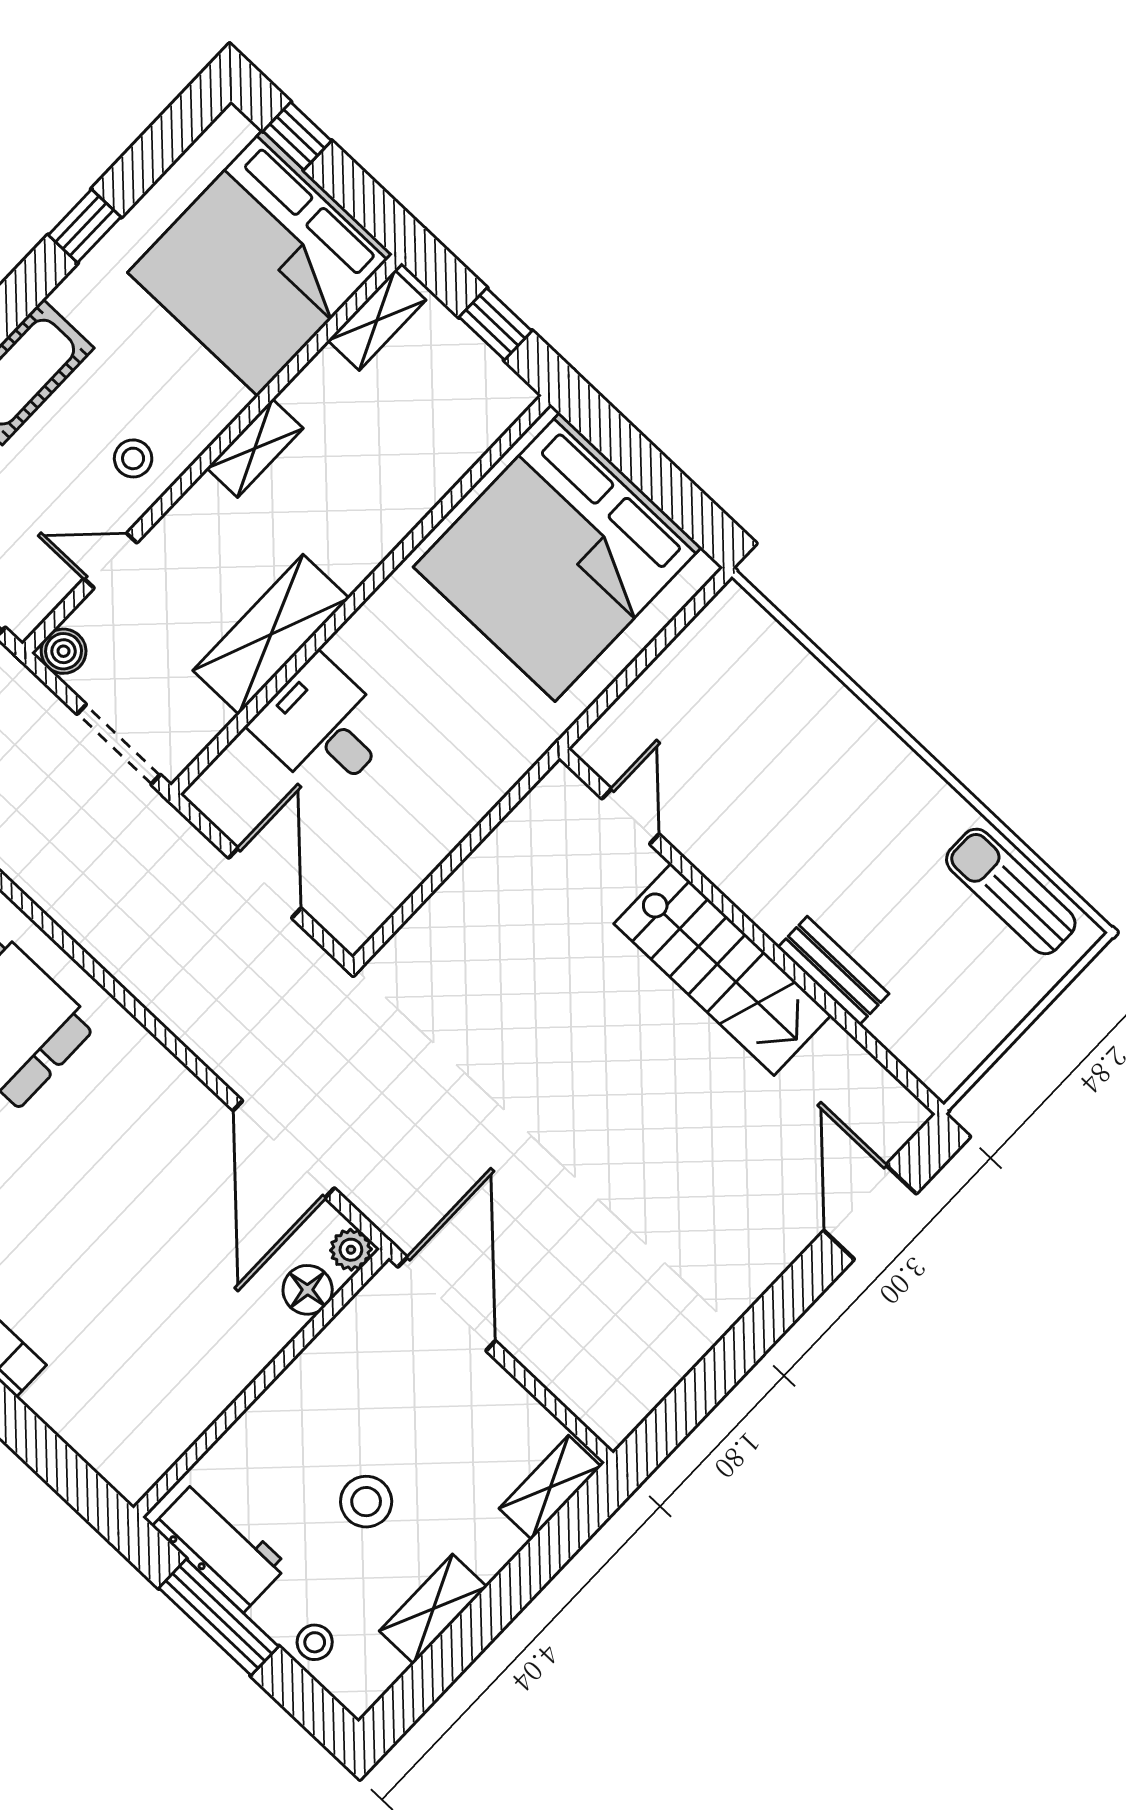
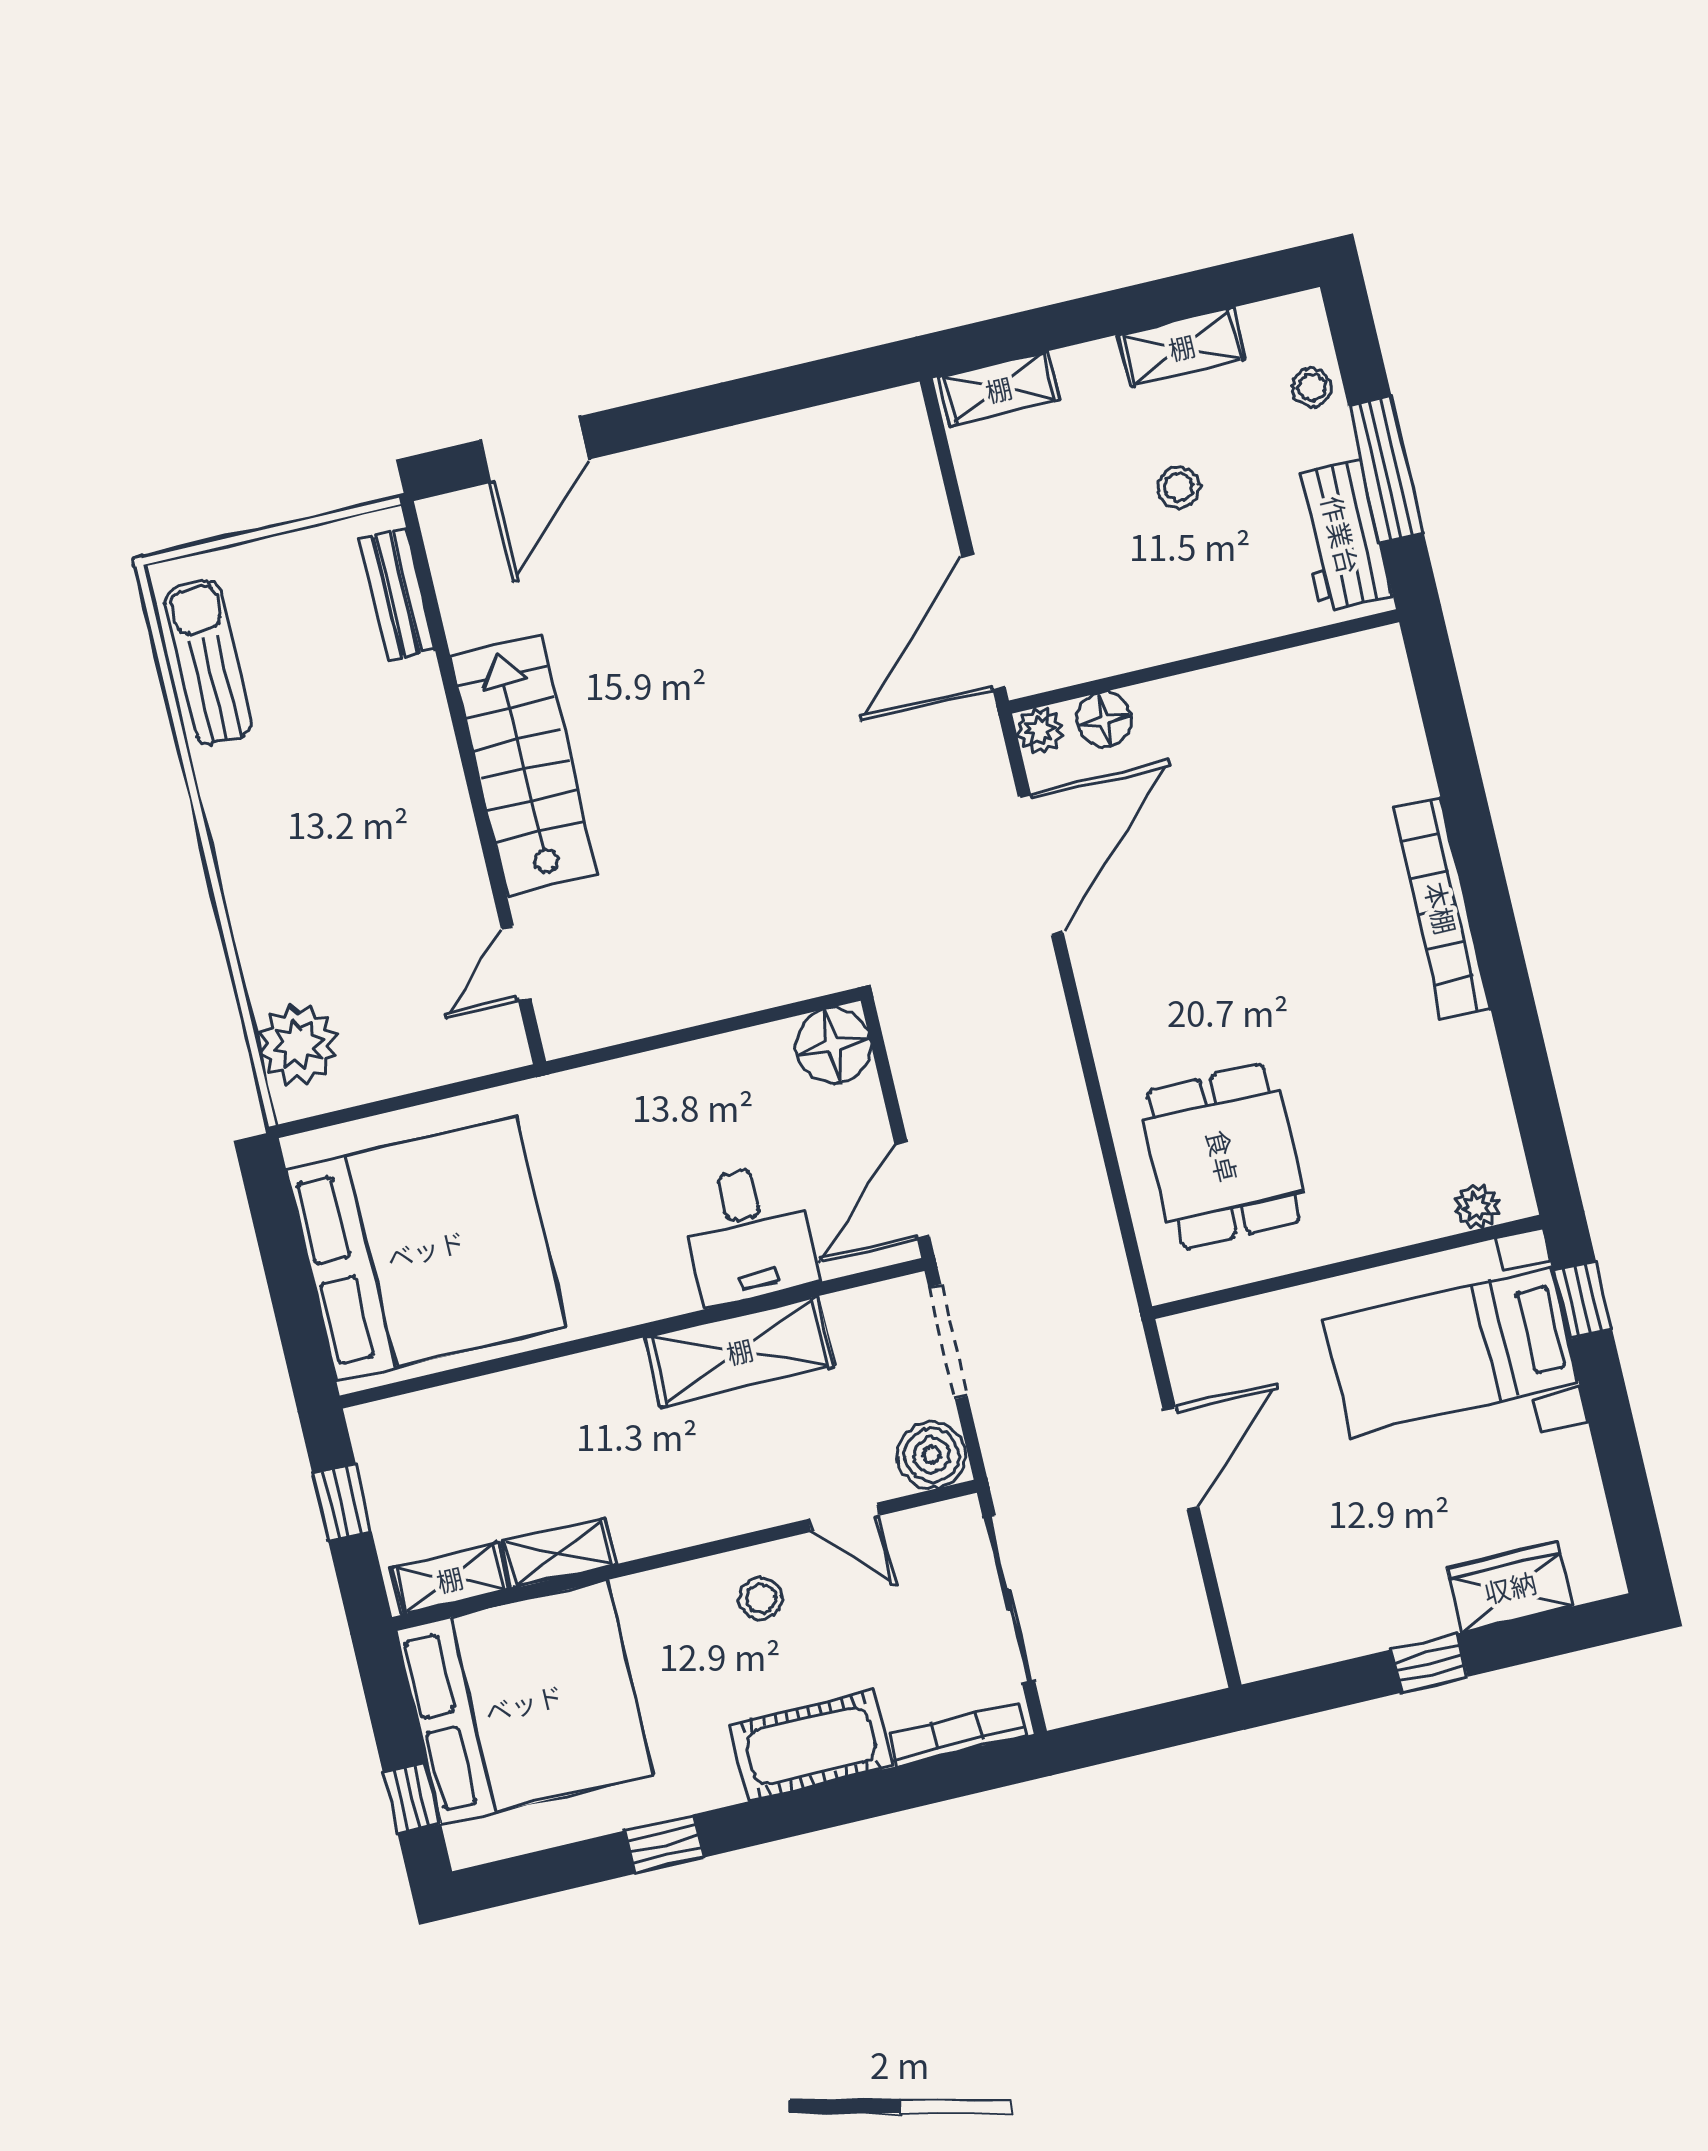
shelving: (255, 448) -> (559, 1553), moved
plant: (754, 648) -> (298, 1045), added
boiler: (64, 651) -> (932, 1455), width x1.36, depth x1.36
door: (265, 883) -> (912, 1190), moved
sun lounger: (1011, 891) -> (208, 662), turned 180
floor lamp: (351, 910) -> (833, 1046), added
bench: (833, 971) -> (397, 594), moved
stool: (366, 1502) -> (1179, 487), width x0.73, depth x0.73

